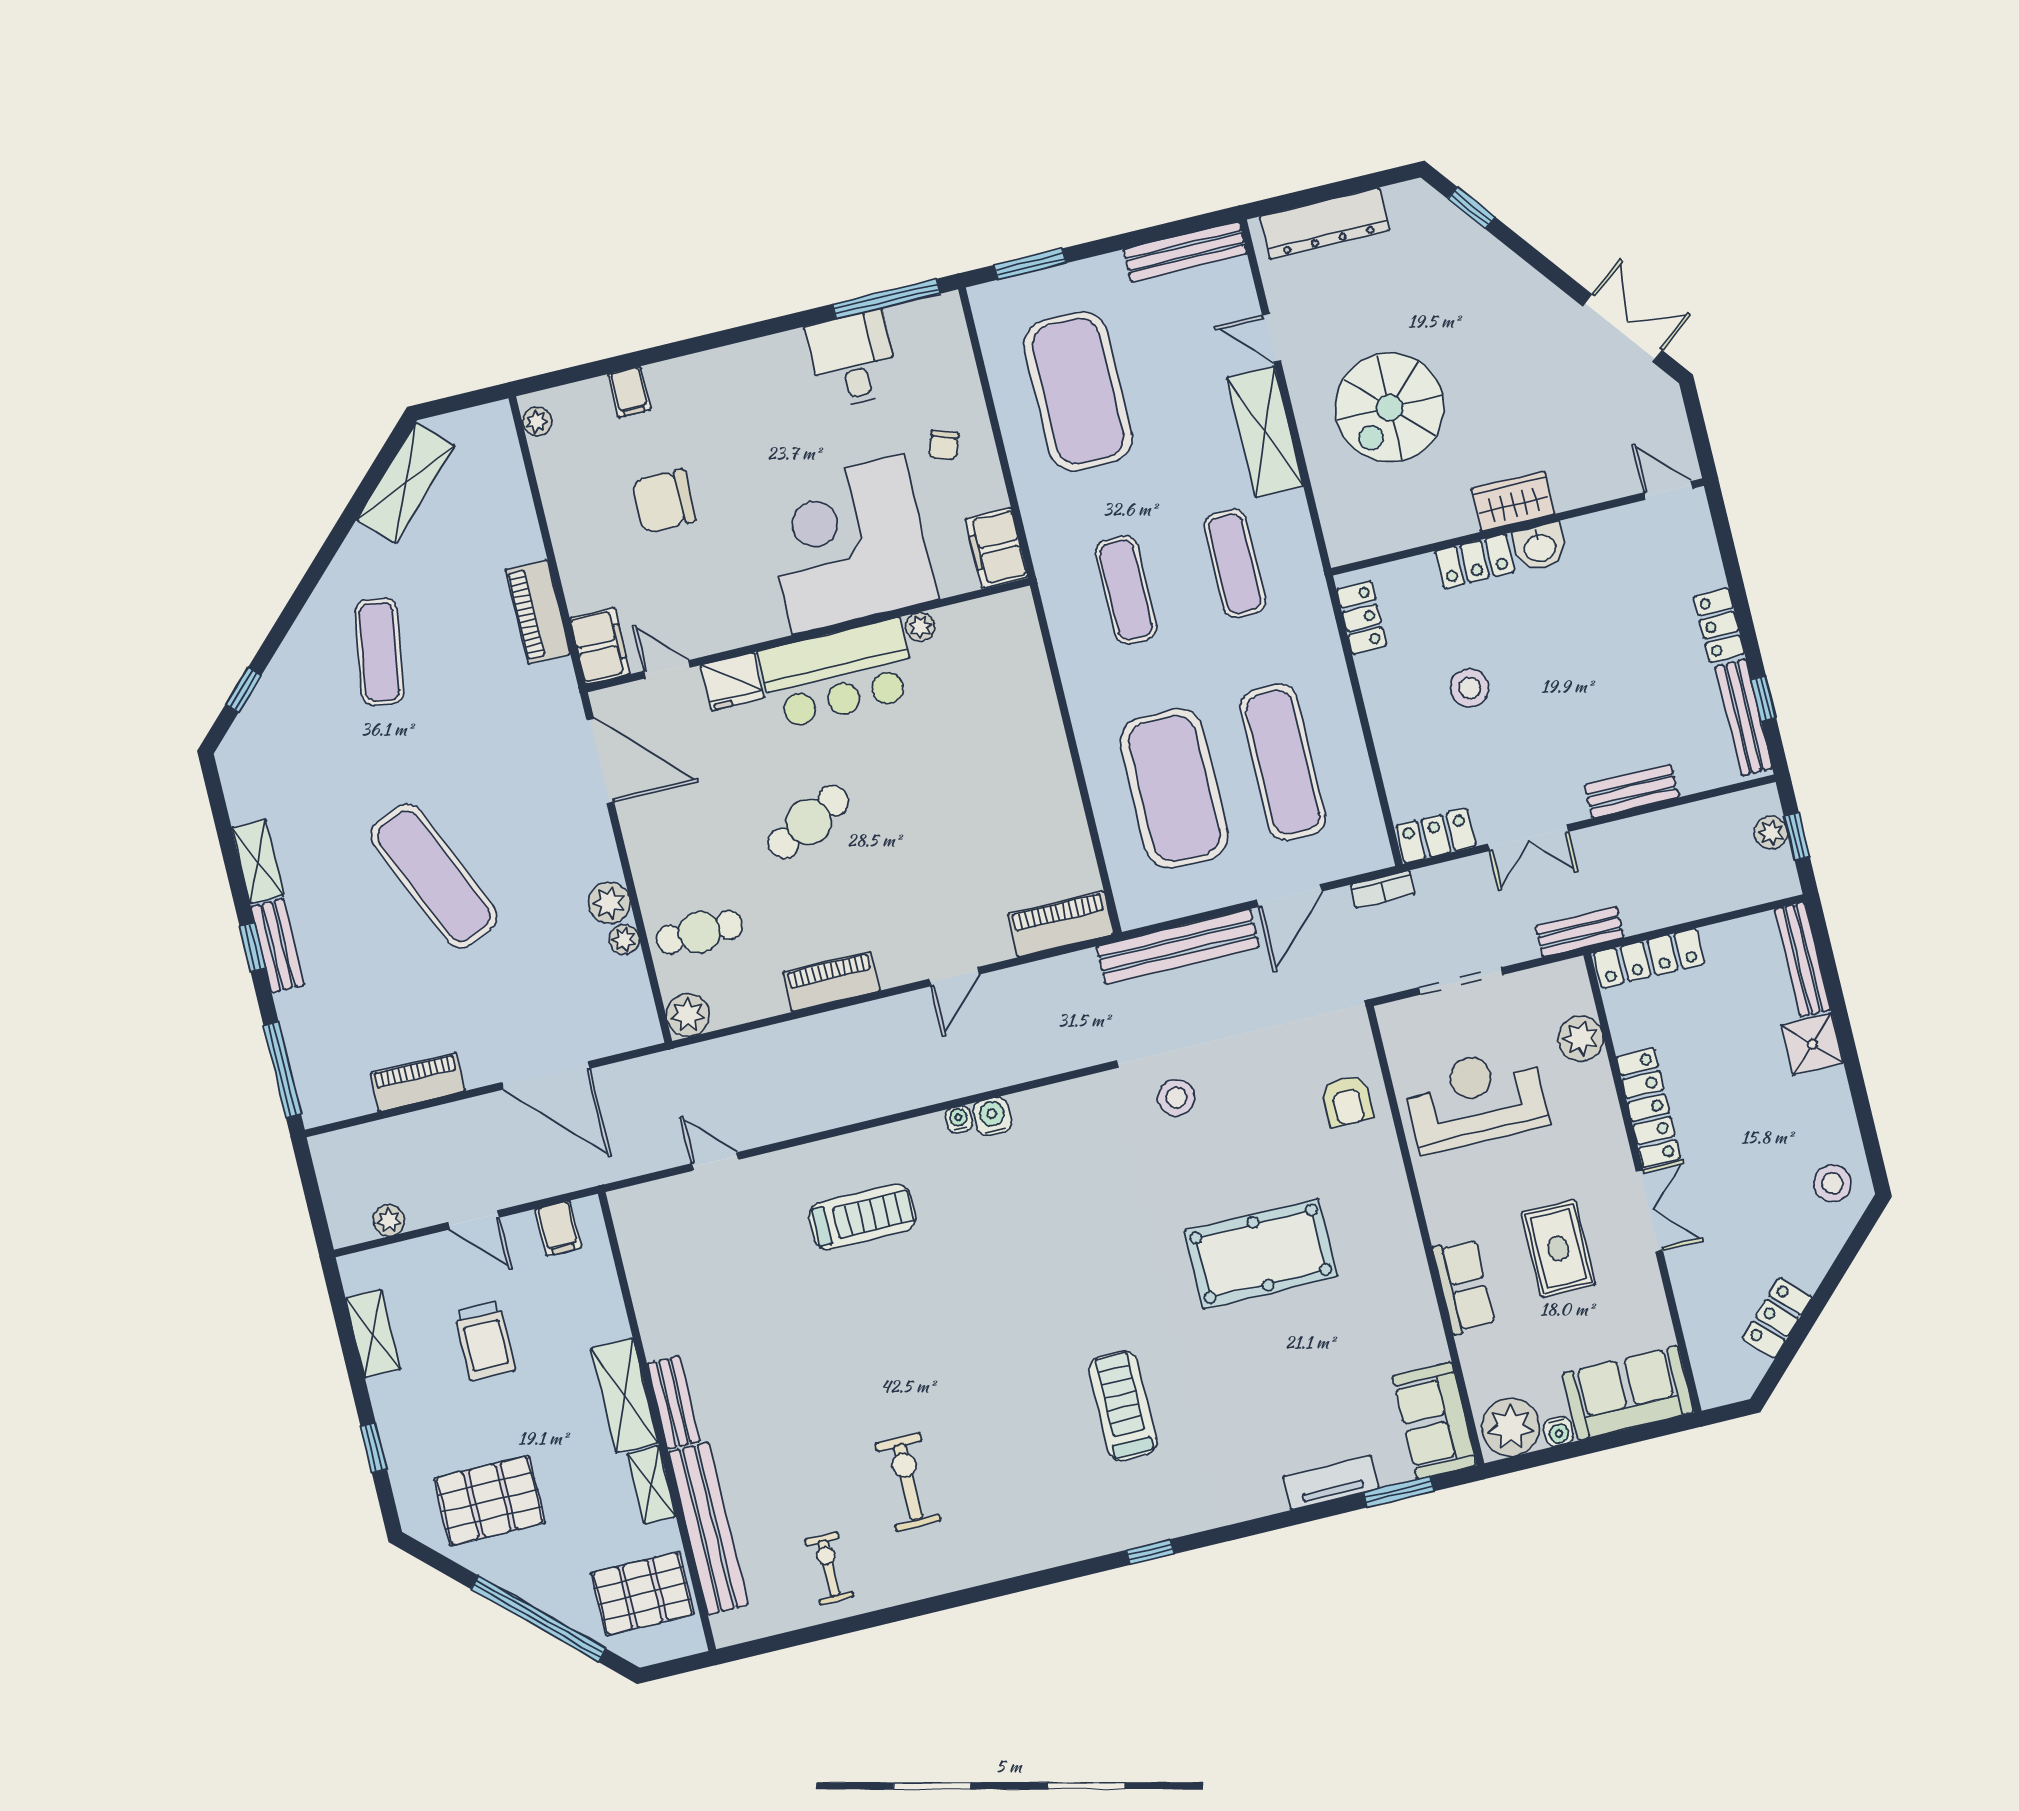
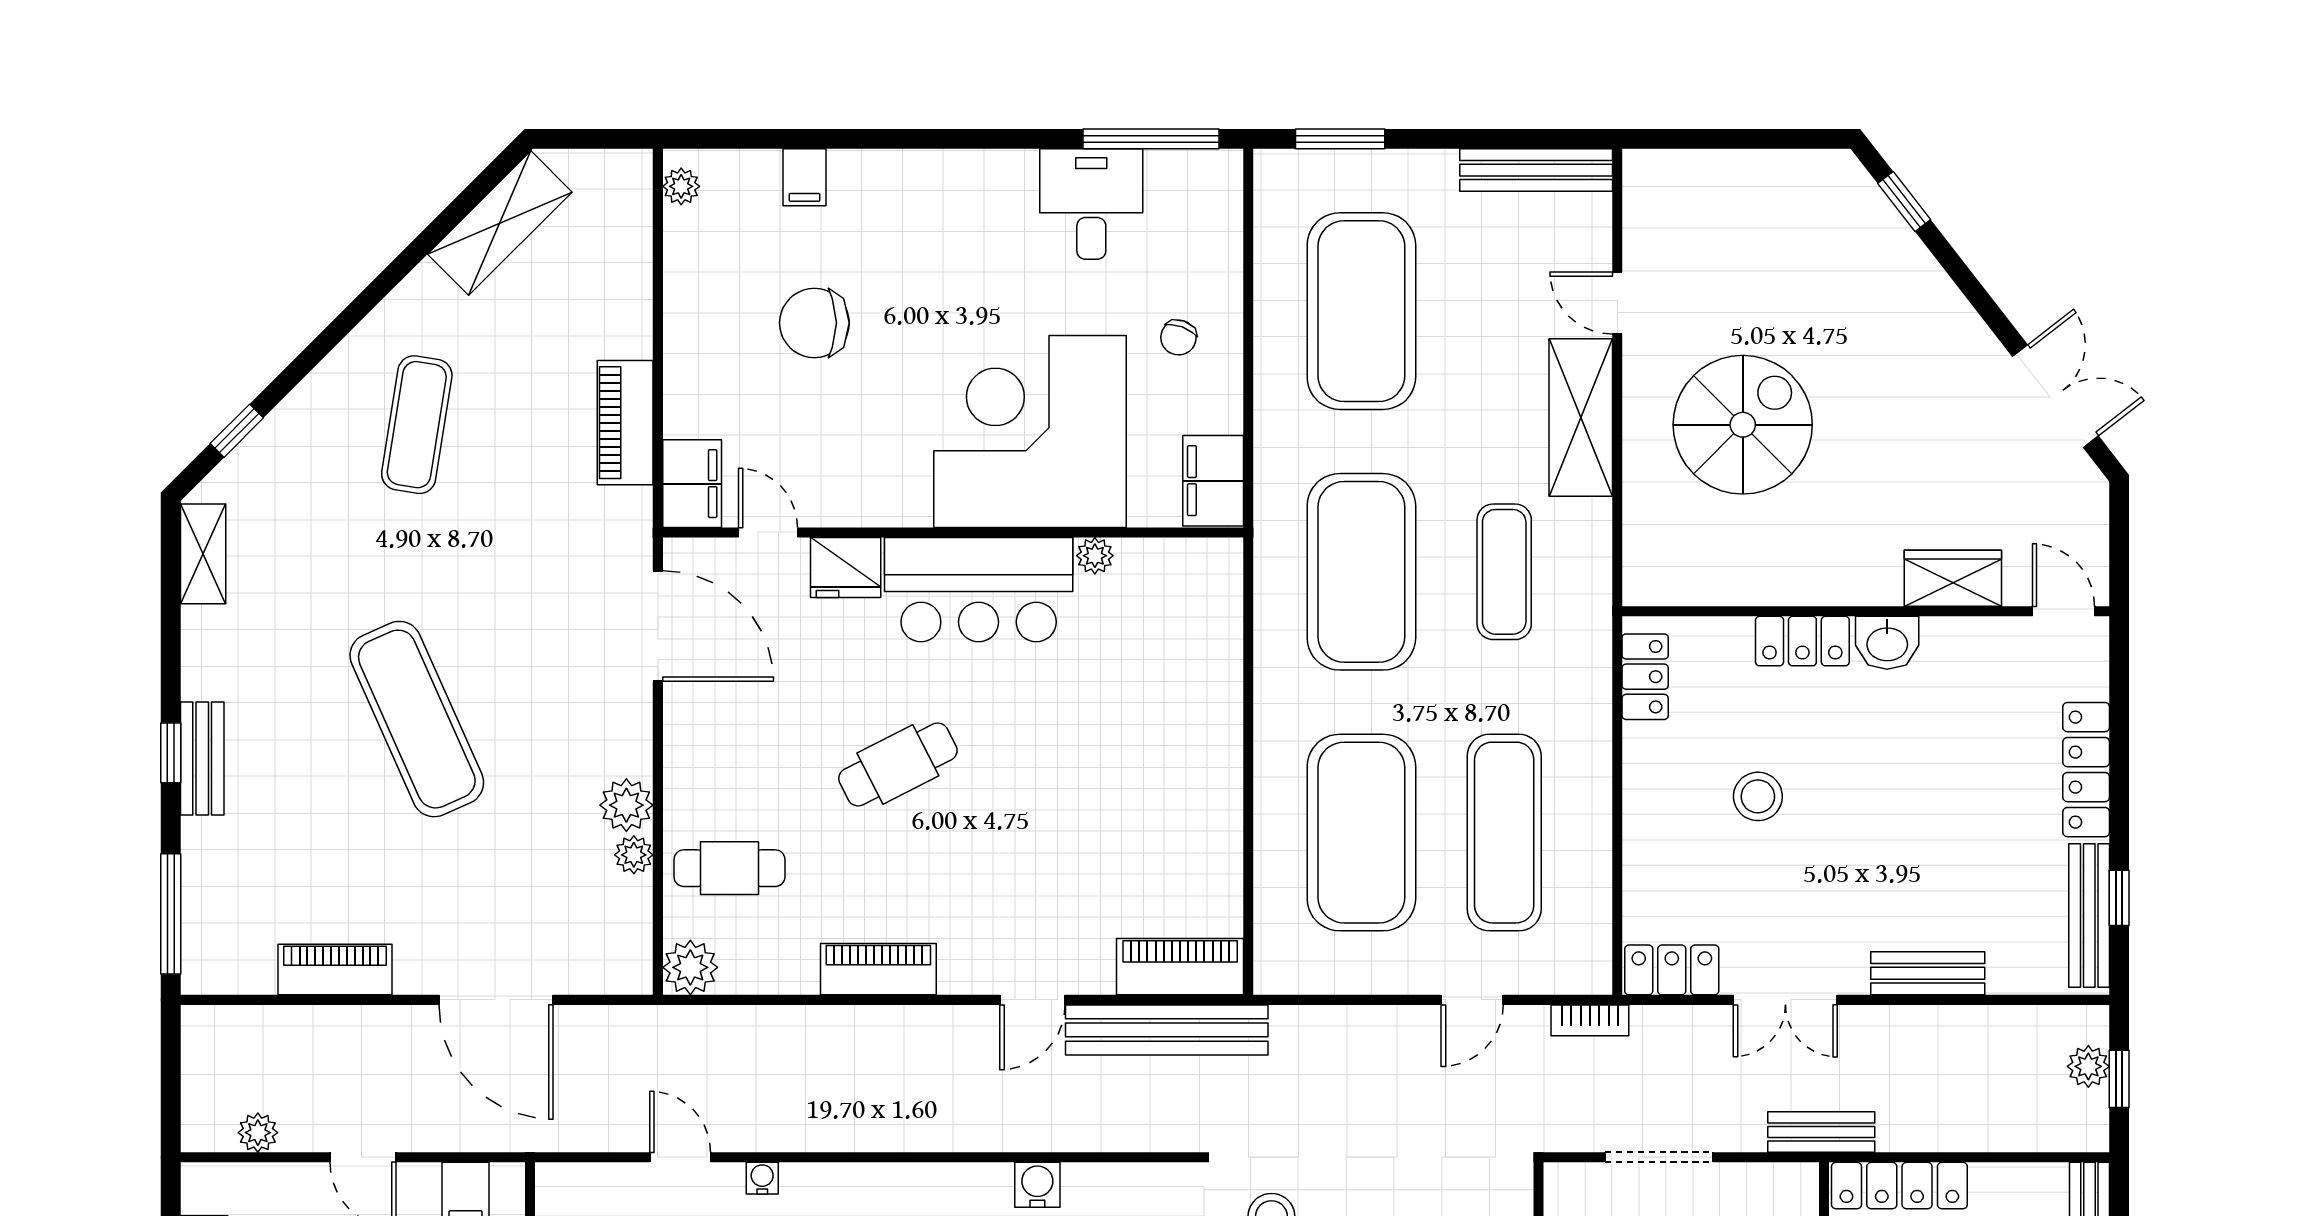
dresser: (1325, 223) -> (1718, 177), removed
spiral stairs: (1389, 408) -> (1743, 425), turned 180
wardrobe: (1513, 501) -> (1953, 578), moved
exercise mat: (1126, 590) -> (1361, 572), width x2.00, depth x1.45
locker: (1719, 625) -> (2086, 770), width x1.53
shelving: (258, 861) -> (203, 554), moved
door: (1289, 896) -> (1472, 1000), width x0.73
bench: (1178, 947) -> (1167, 1030), moved
water cooler: (959, 1119) -> (762, 1178), moved

